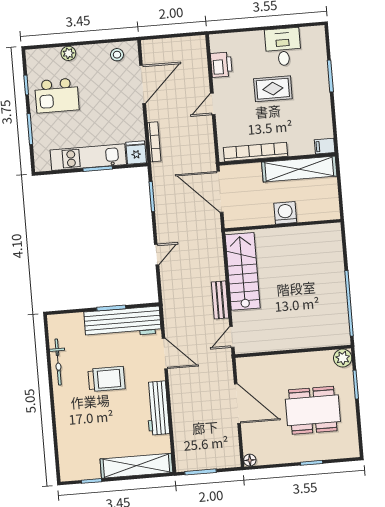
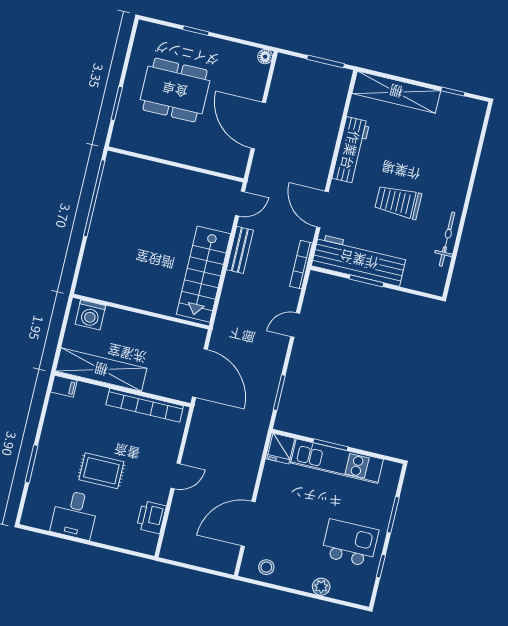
bookcase: (154, 142) -> (301, 265), moved
washing machine: (285, 213) -> (90, 315), moved
plant: (343, 358) -> (122, 138), removed

